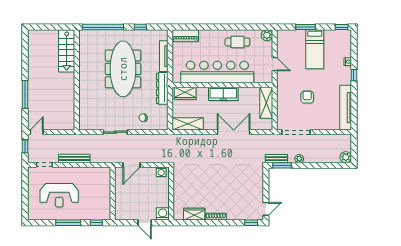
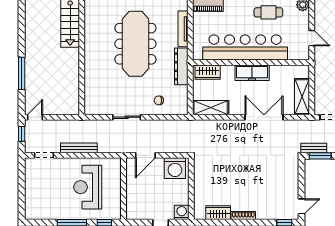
shelving: (266, 103) -> (302, 97), moved
washing machine: (161, 172) -> (175, 168), width x1.89, depth x1.89
reception desk: (59, 195) -> (88, 187), moved, turned 90

